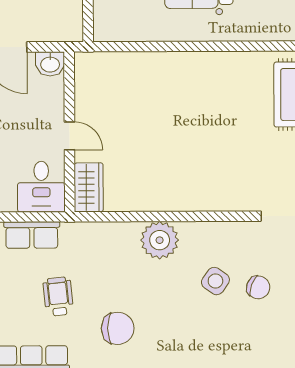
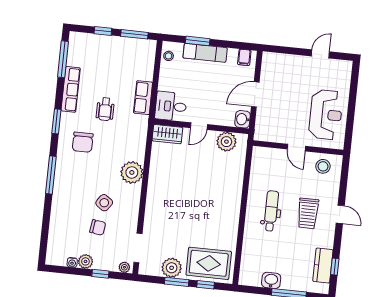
plant: (91, 87) -> (226, 142), added
chair: (258, 287) -> (98, 227), turned -103
wheelchair: (58, 297) -> (105, 109), turned 96

